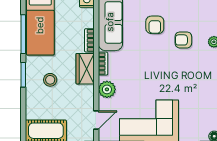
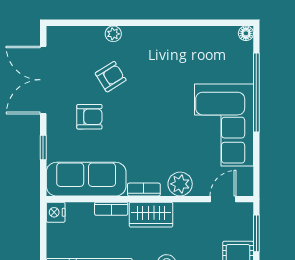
armchair: (183, 40) -> (111, 77), turned -122
door: (96, 120) -> (223, 199), hinge flipped

